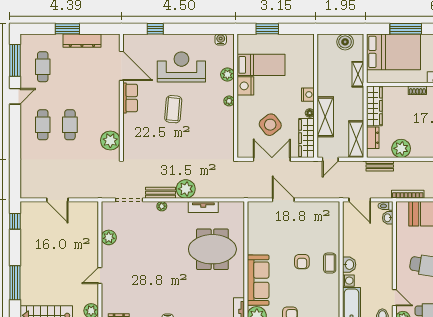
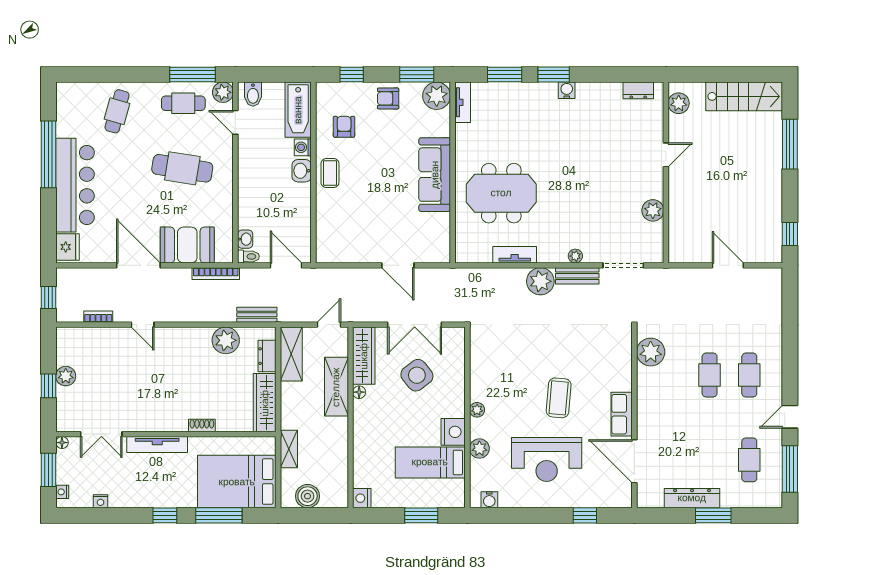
nightstand: (308, 95) -> (362, 498), moved
armchair: (302, 262) -> (344, 127), moved
sofa: (258, 280) -> (435, 175), moved

